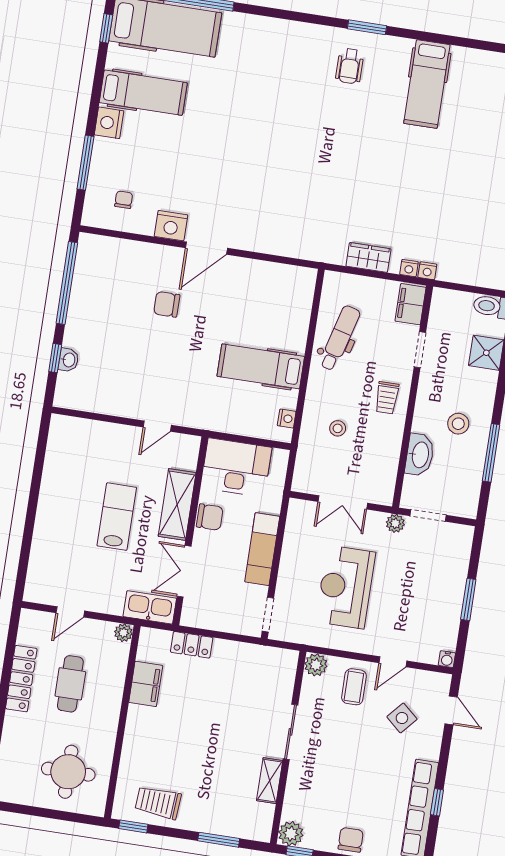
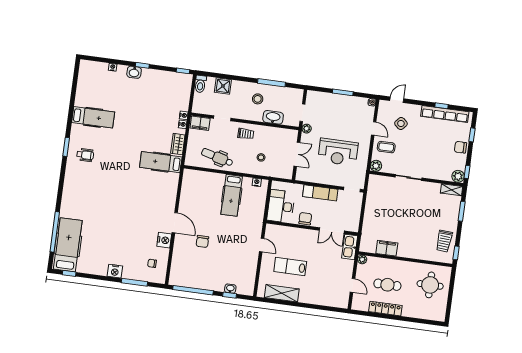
hospital bed: (143, 93) -> (161, 162), moved, turned -90
shelving: (177, 505) -> (282, 293), moved
lab bench: (117, 517) -> (290, 267), moved
locker: (192, 645) -> (367, 226), removed
shelving: (270, 781) -> (451, 190), moved

